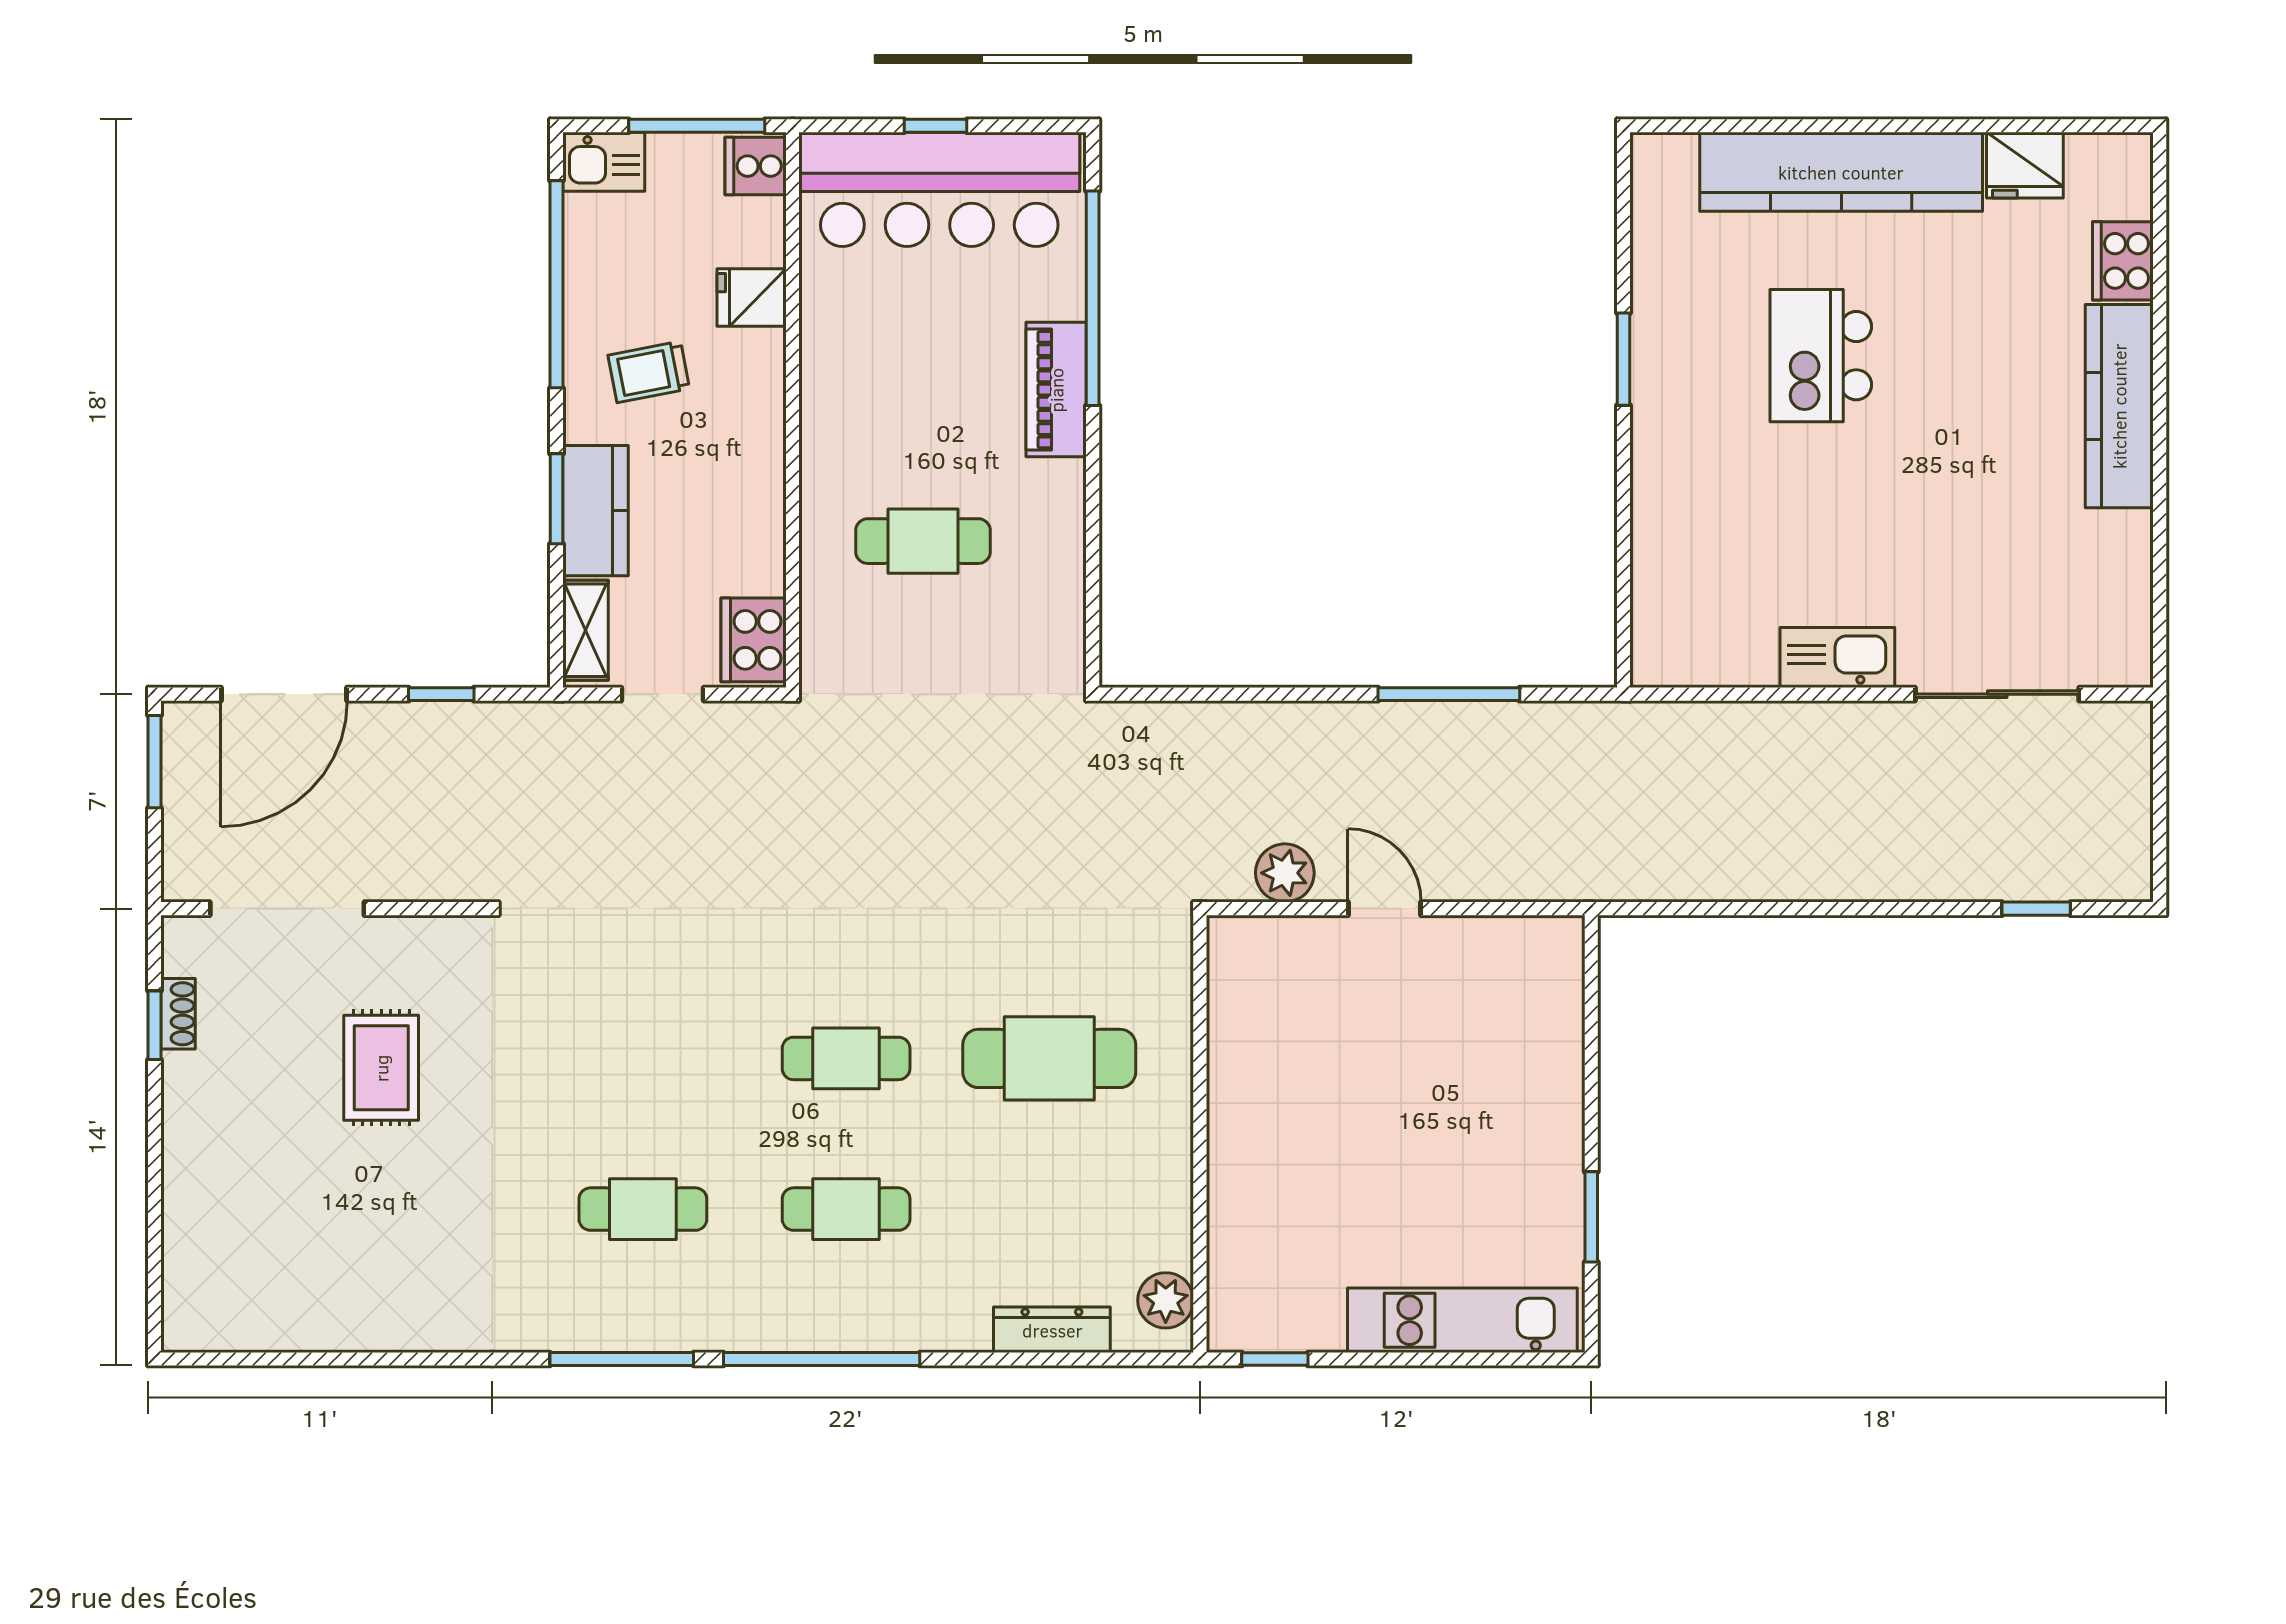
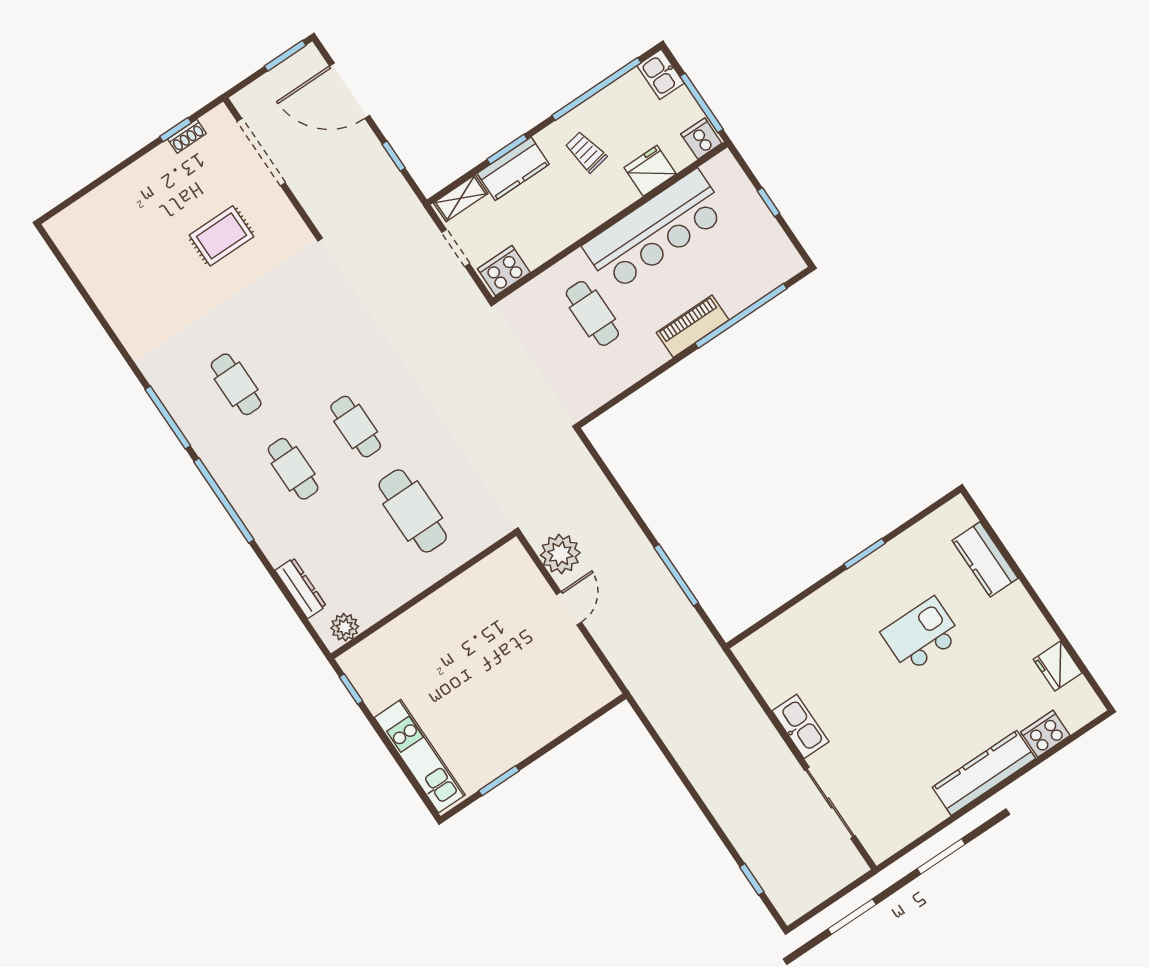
kitchen counter: (1841, 172) -> (985, 559), width x0.48, depth x0.86
bar counter: (939, 189) -> (655, 230), moved, turned -90
fridge: (752, 298) -> (650, 171), width x1.38
plant: (1285, 873) -> (560, 554), width x1.36, depth x1.36

